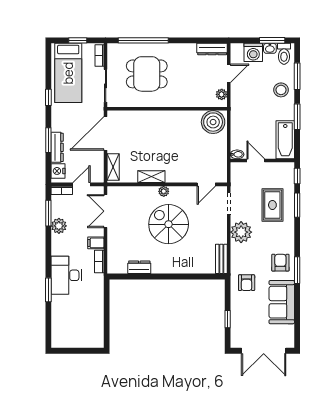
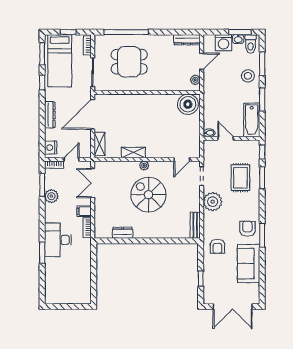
window: (48, 140) -> (42, 54), moved
dresser: (57, 147) -> (50, 115), moved

